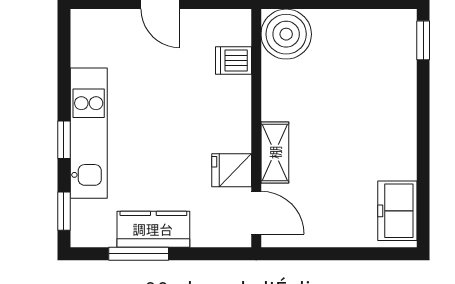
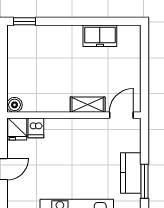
boiler: (286, 34) -> (15, 105), width x0.54, depth x0.54
fridge: (232, 170) -> (17, 129), moved
freezer: (397, 211) -> (100, 36), moved

